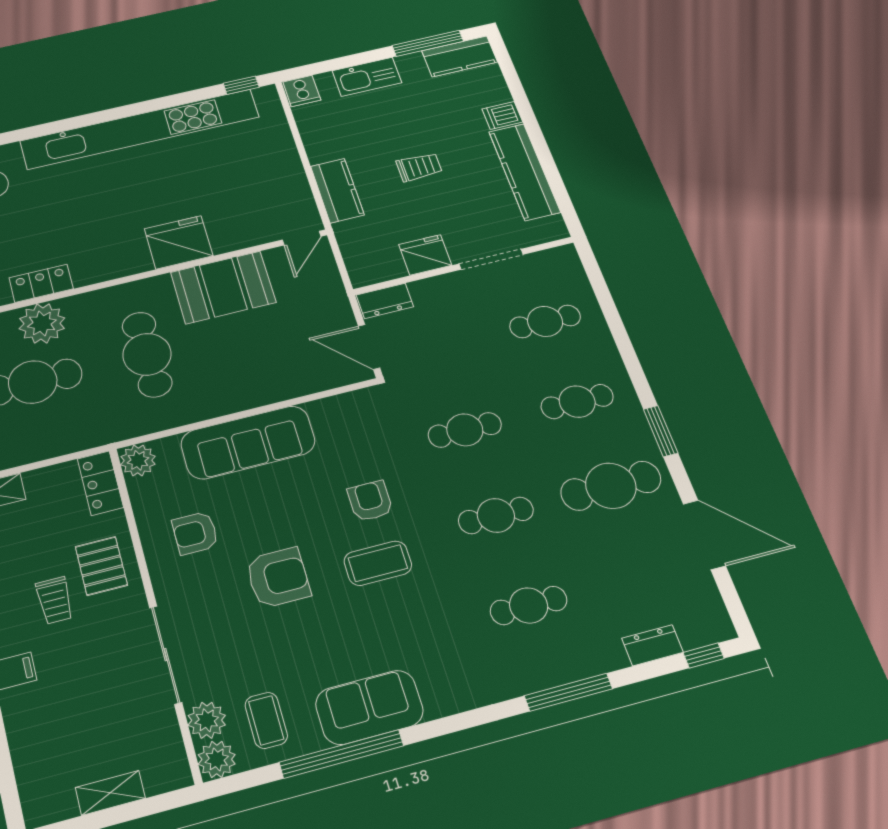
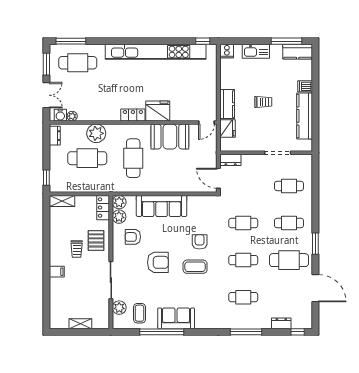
fridge: (425, 255) -> (227, 129), moved, turned 90
locker: (41, 283) -> (133, 115), moved
plant: (217, 759) -> (119, 217), moved

